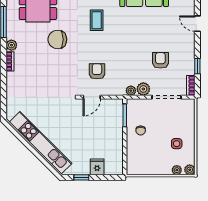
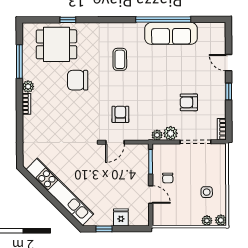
armchair: (160, 60) -> (189, 102), turned -90
window: (197, 66) -> (229, 91), moved
door: (125, 146) -> (151, 195), added

